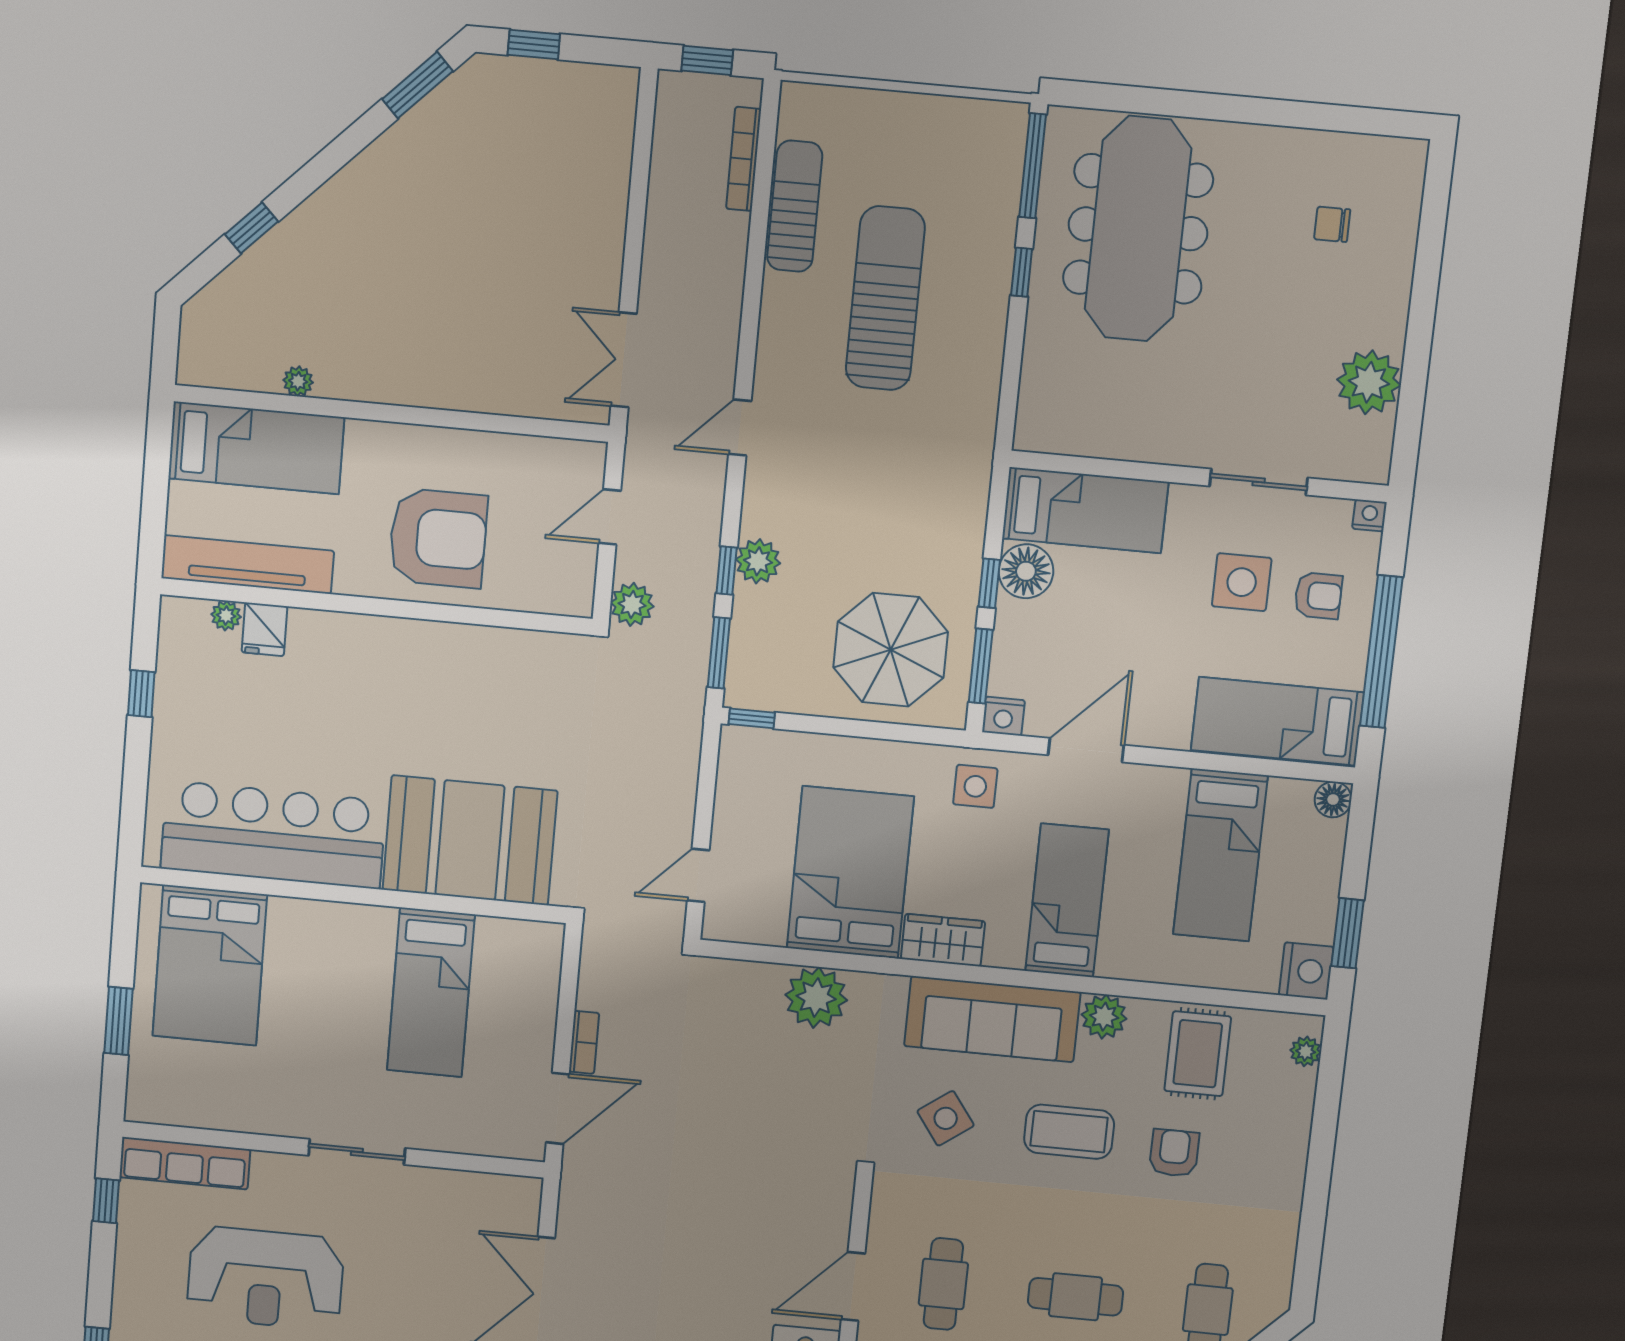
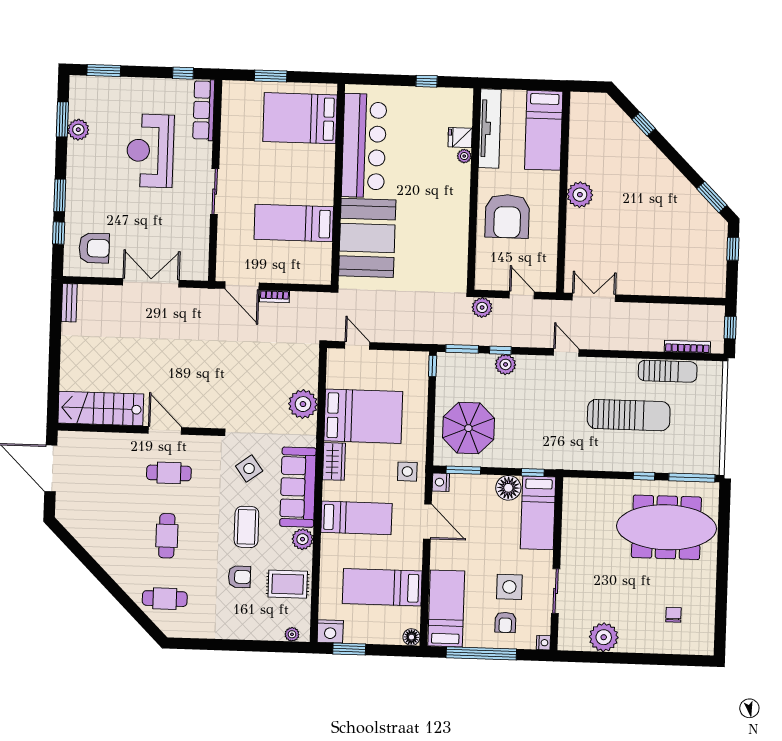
plant: (298, 381) -> (580, 195), moved, width x1.87, depth x1.87
window: (989, 583) -> (533, 472), moved
plant: (226, 616) -> (464, 156), moved

